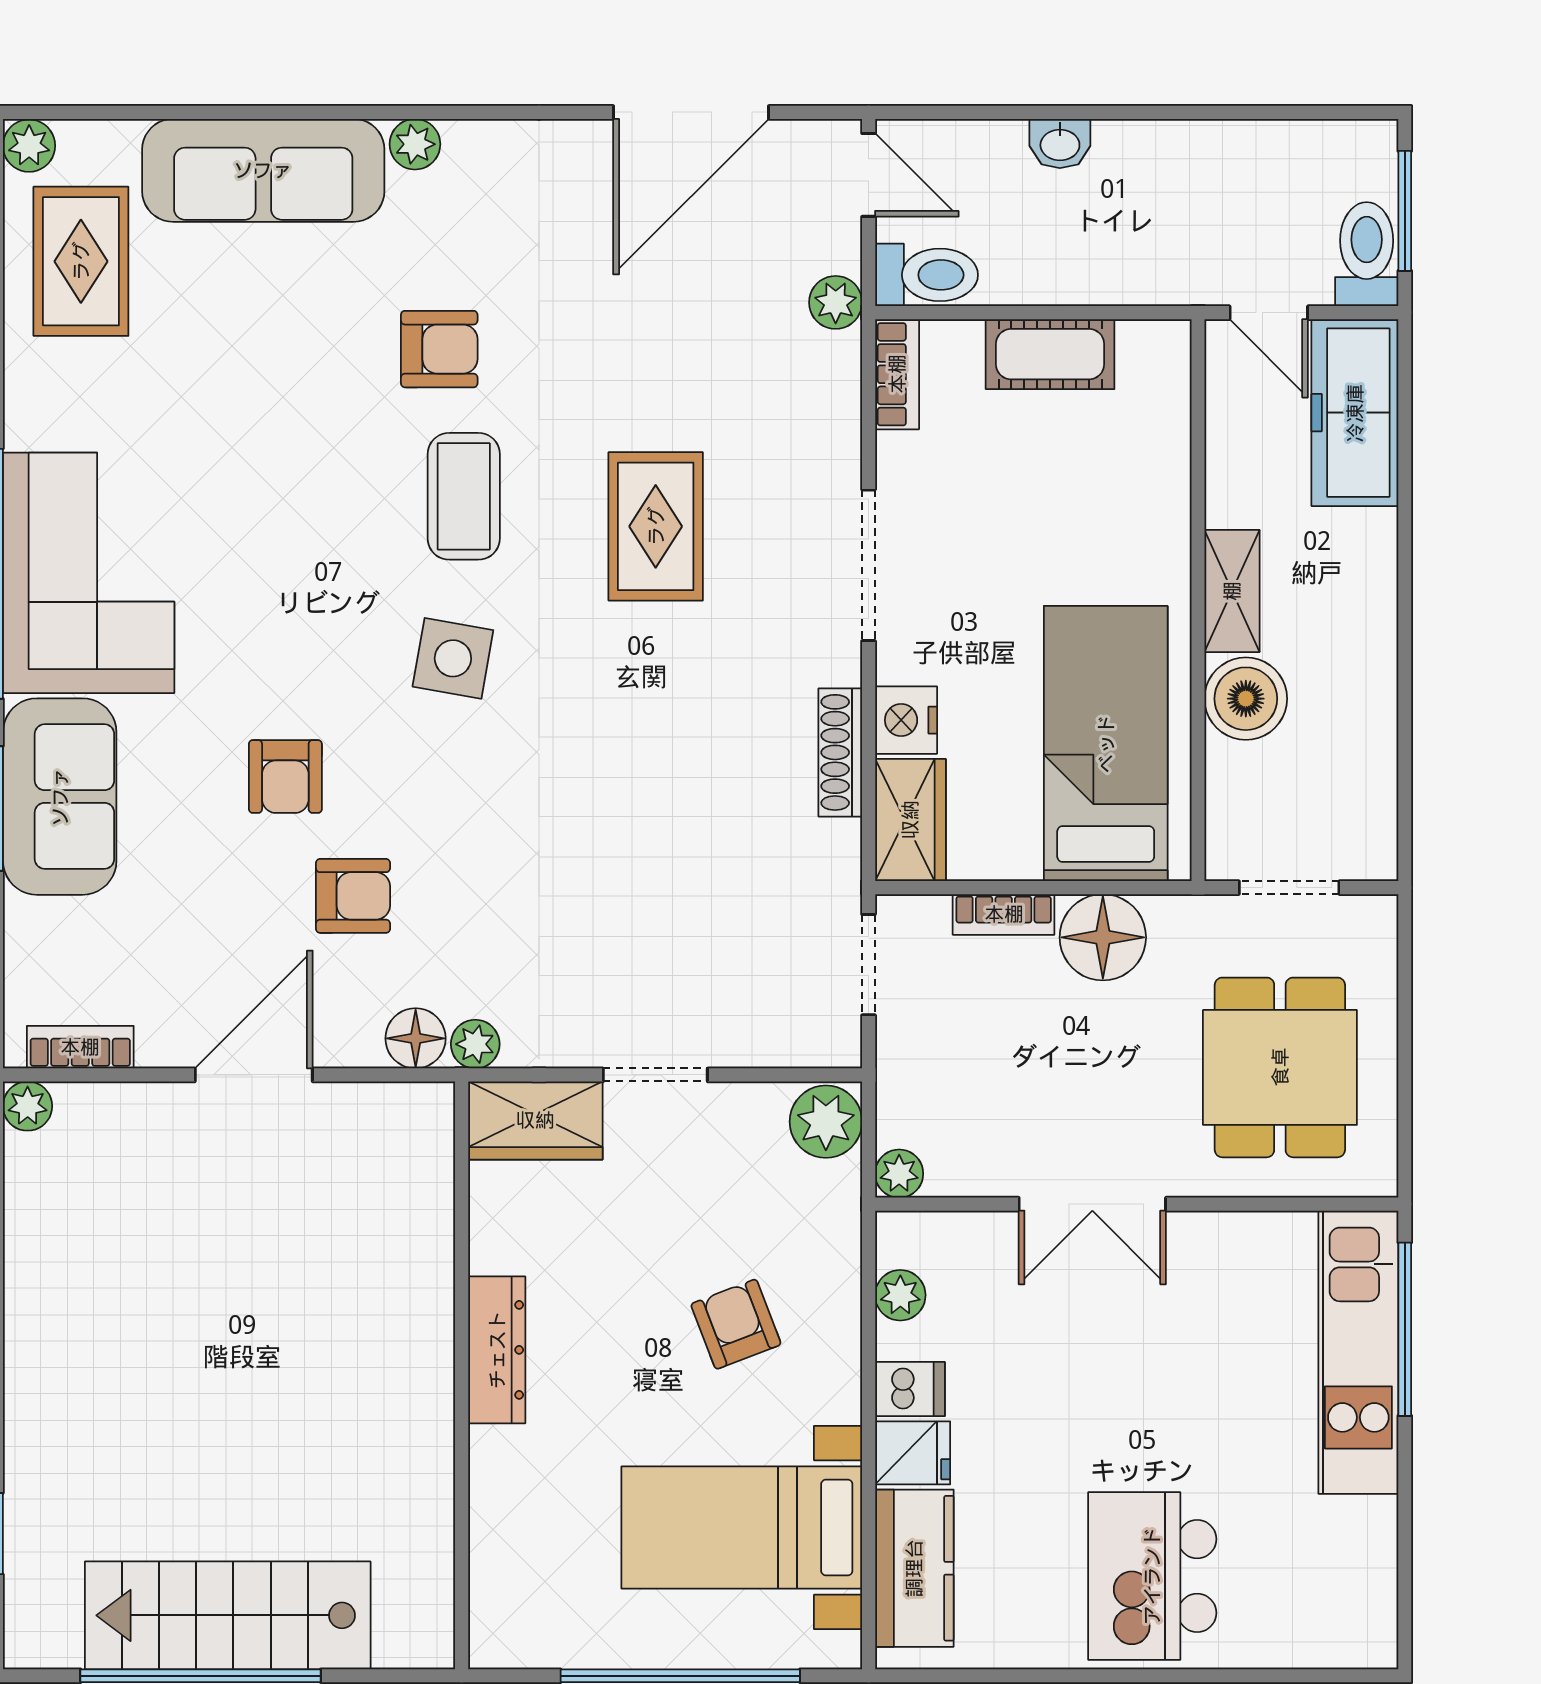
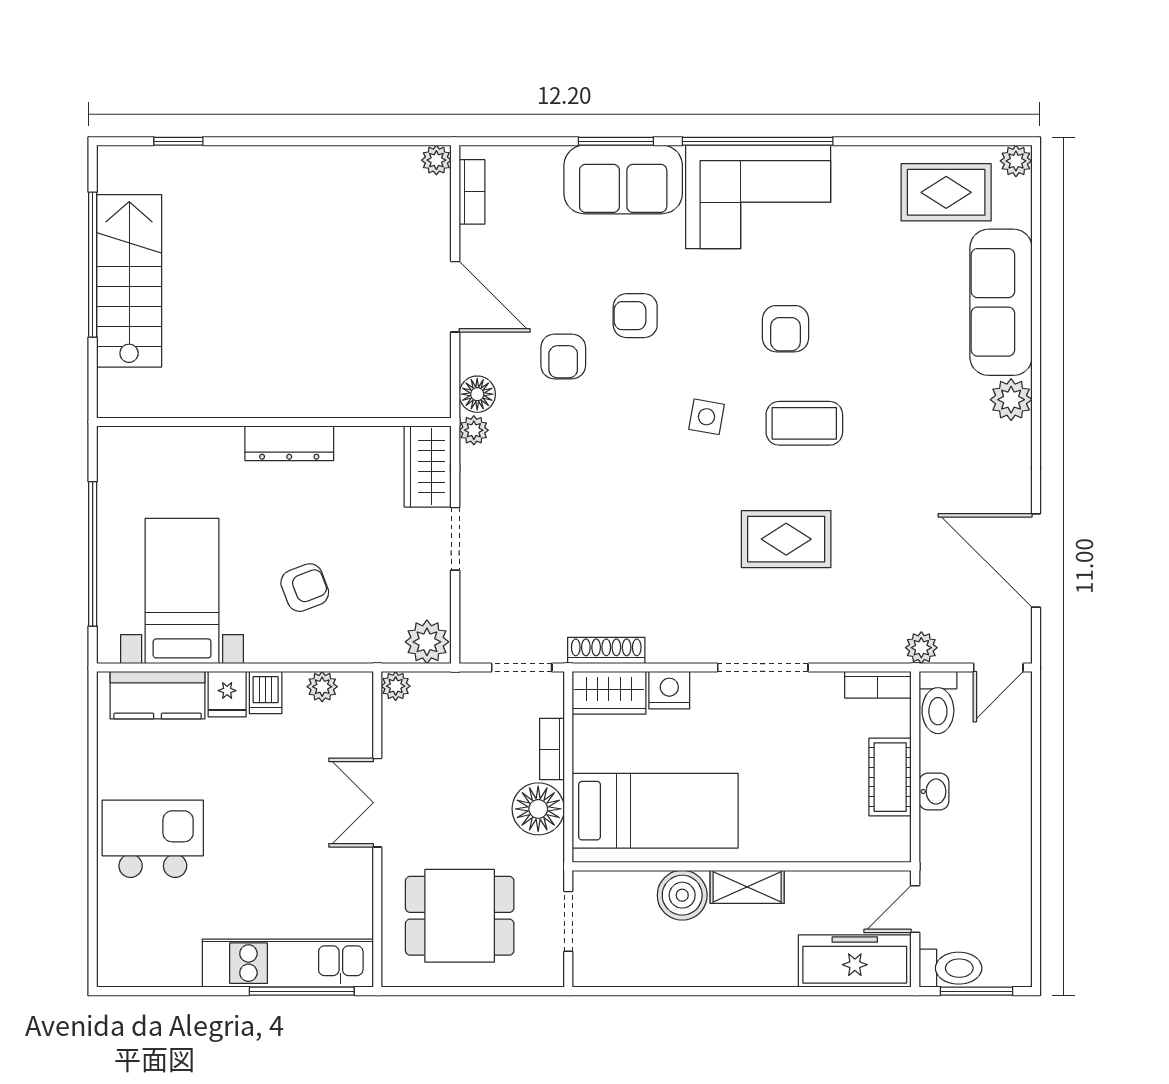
plant: (415, 144) -> (1011, 400), width x1.38, depth x1.38
washbasin: (1060, 144) -> (934, 792), moved, turned 180
armchair: (439, 349) -> (785, 329), moved
side table: (453, 658) -> (707, 417), width x0.73, depth x0.73
shoe rack: (840, 752) -> (606, 650), moved

